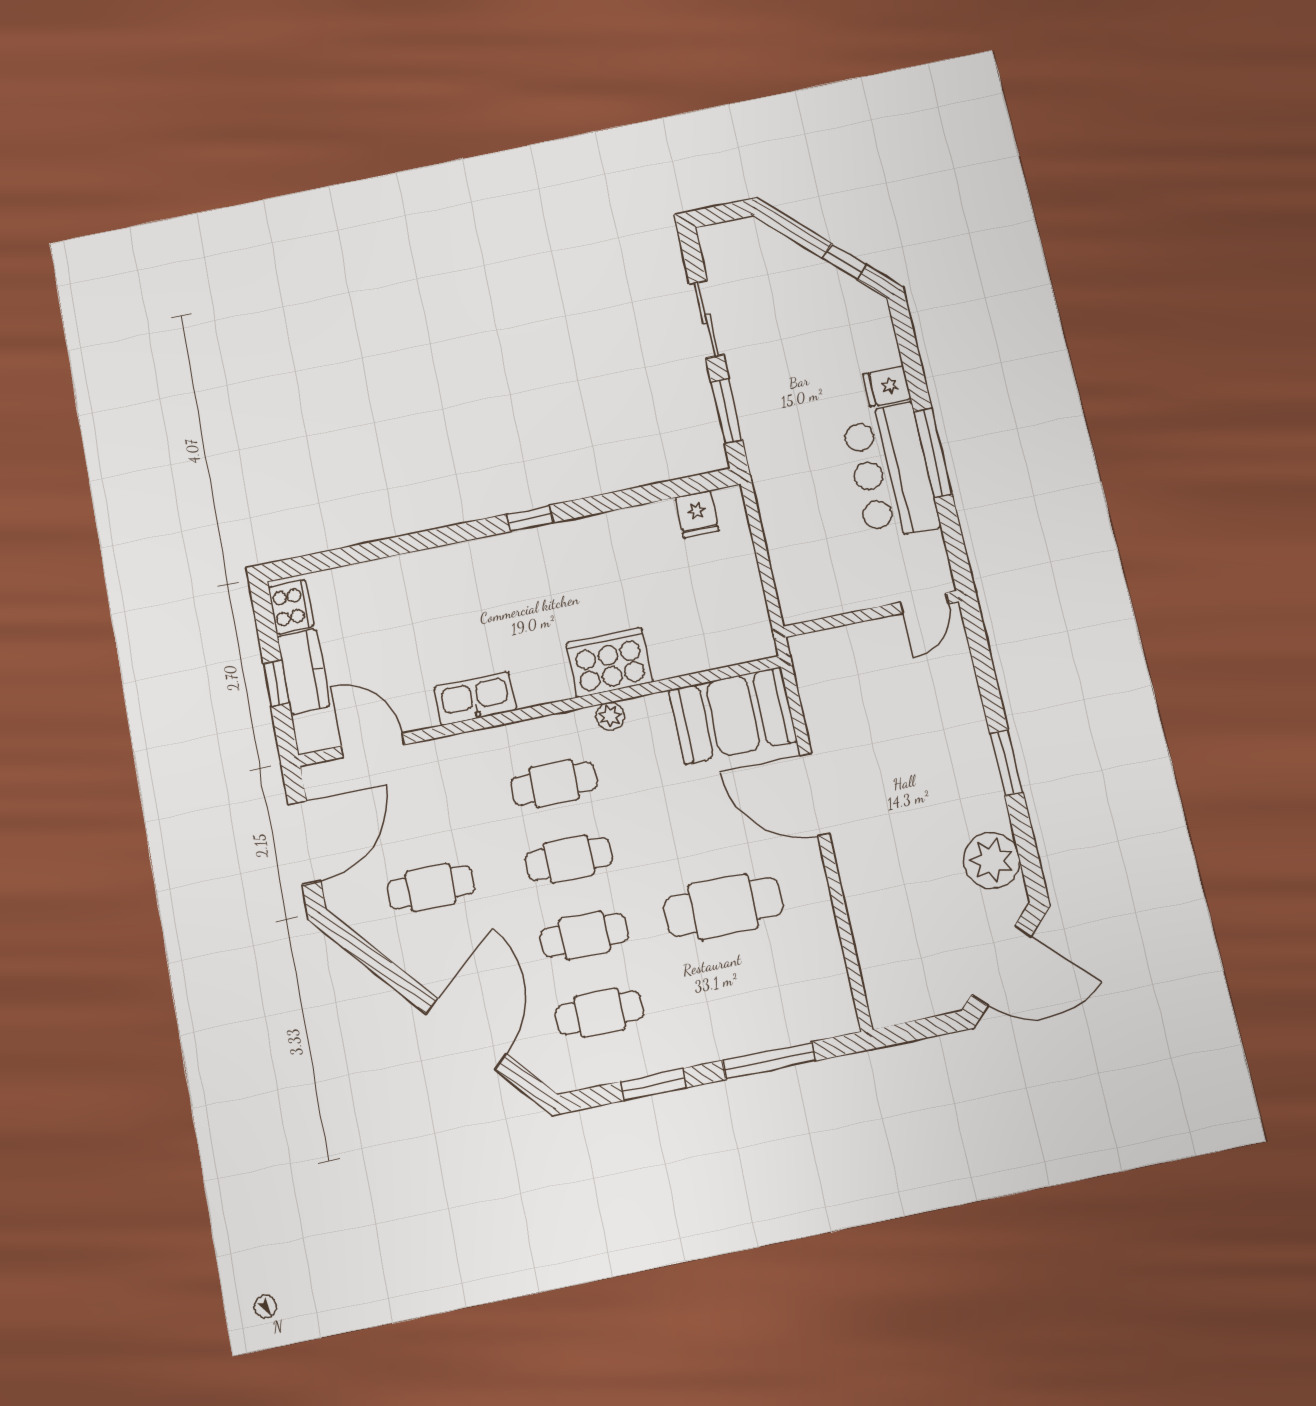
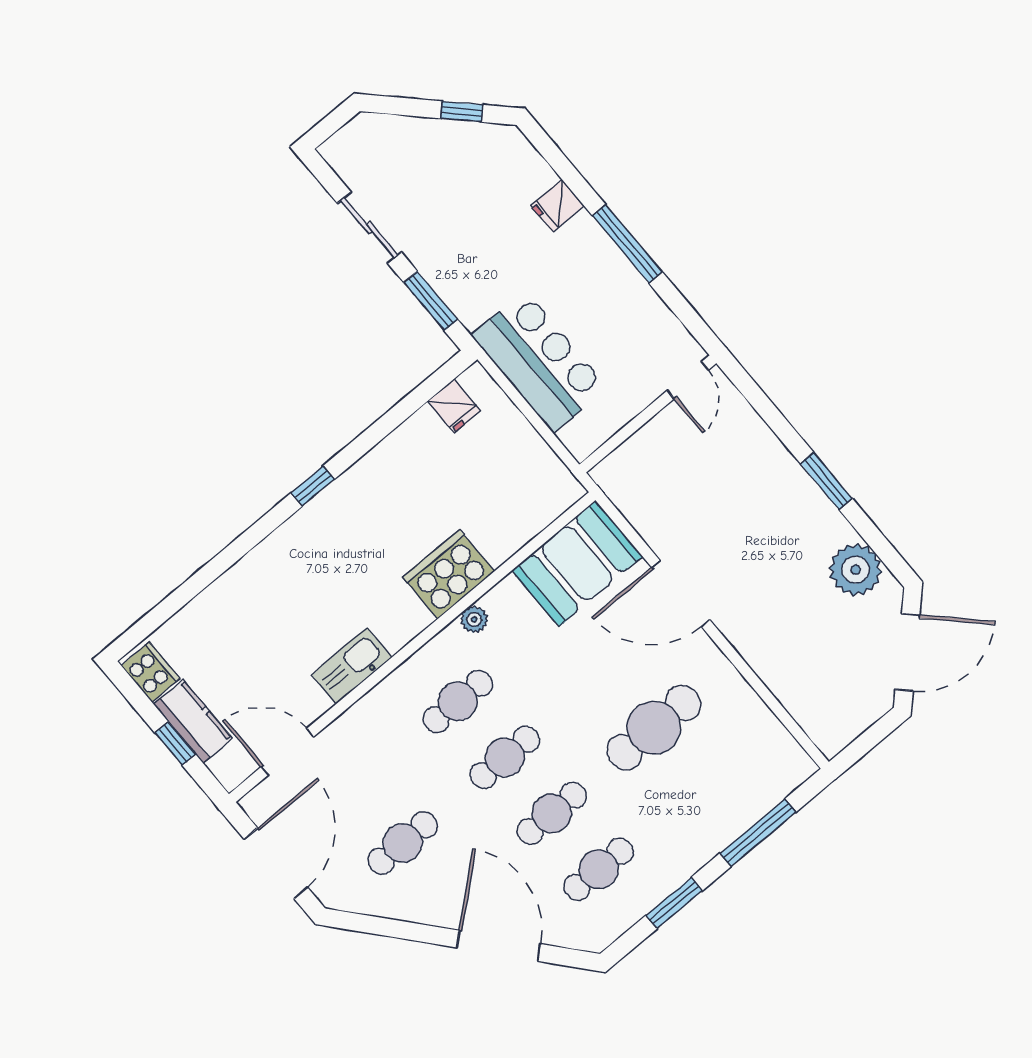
bar counter: (891, 471) -> (539, 361), moved, turned 180

